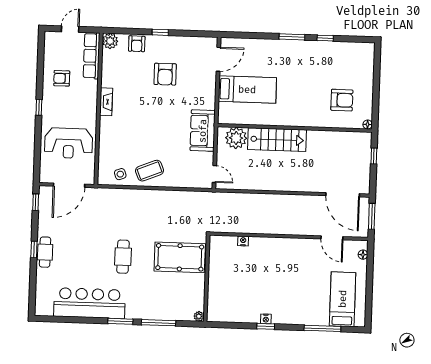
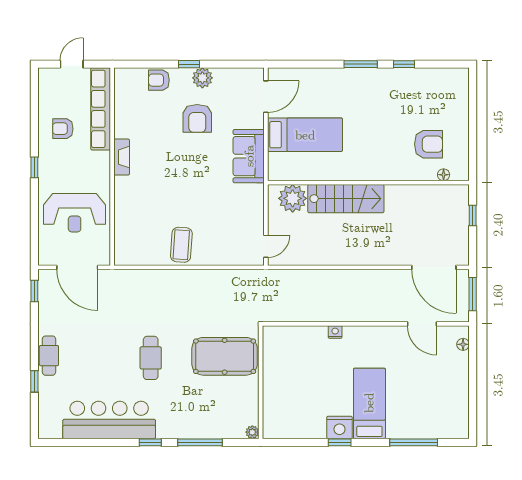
plant: (110, 41) -> (202, 78), moved
armchair: (137, 44) -> (159, 80), turned 90
row of seats: (92, 56) -> (101, 109), width x1.36
floor lamp: (368, 124) -> (444, 175), moved
sofa: (203, 131) -> (249, 156), moved
coffee table: (150, 171) -> (181, 245), turned -64
side table: (120, 174) -> (143, 251), removed
door: (214, 174) -> (266, 246), hinge flipped
door: (69, 185) -> (77, 267), hinge flipped
nightstand: (243, 241) -> (335, 332), moved
window: (34, 250) -> (34, 381), moved
bed: (343, 299) -> (369, 403), moved
nightstand: (266, 319) -> (339, 427), width x1.89, depth x1.79
window: (120, 321) -> (150, 442), width x0.67

